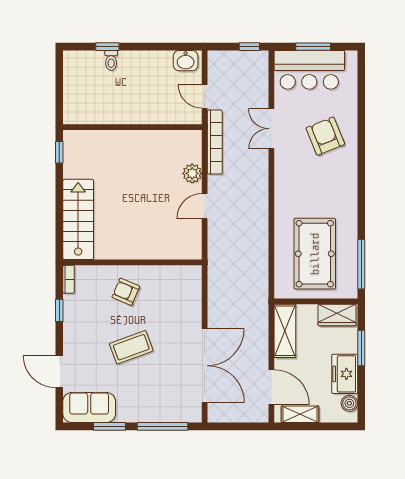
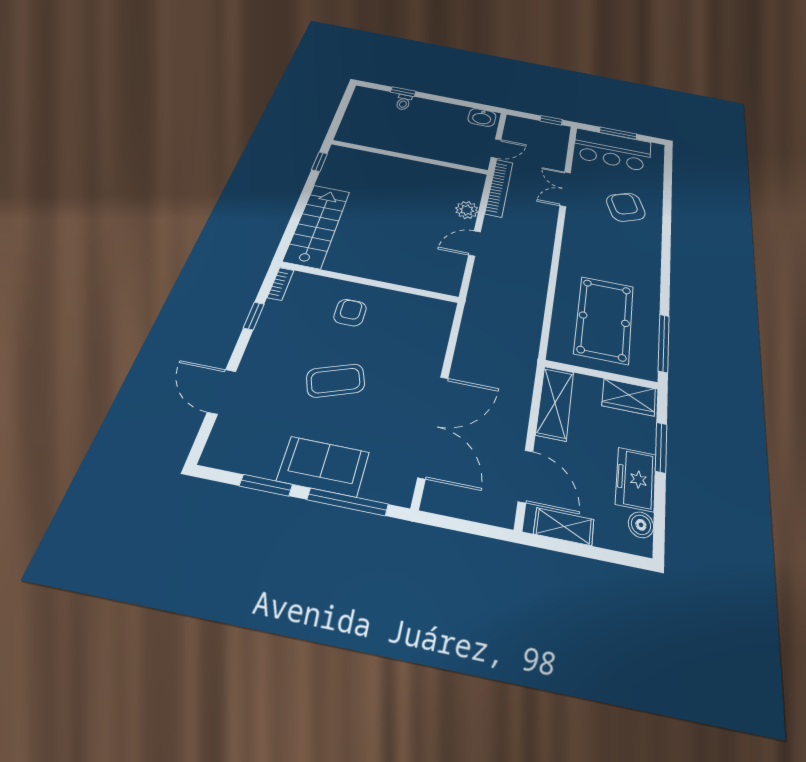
door: (205, 96) -> (496, 148), swing flipped
armchair: (126, 292) -> (350, 313), turned 67
sofa: (89, 407) -> (323, 466), moved

